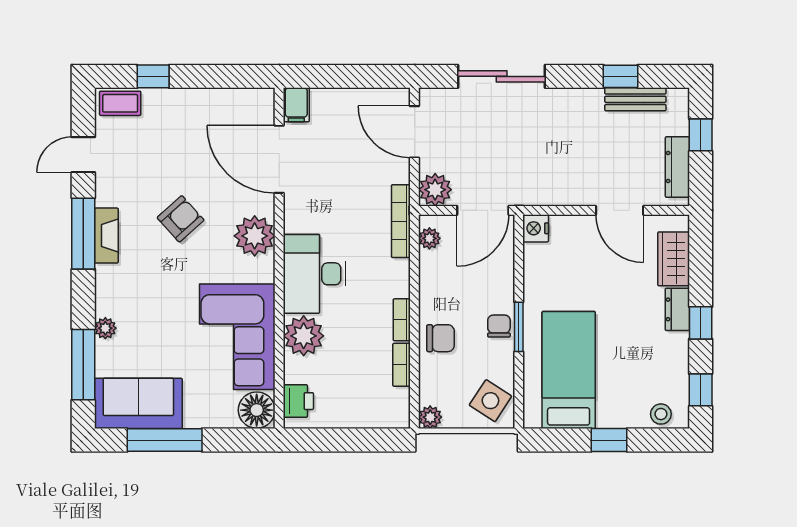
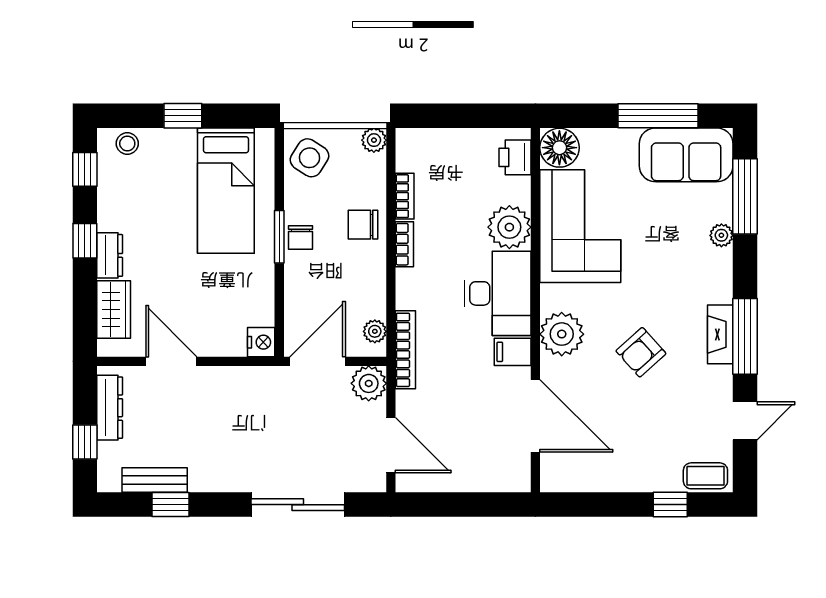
filing cabinet: (296, 105) -> (513, 352), moved, turned -90

